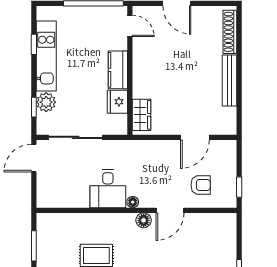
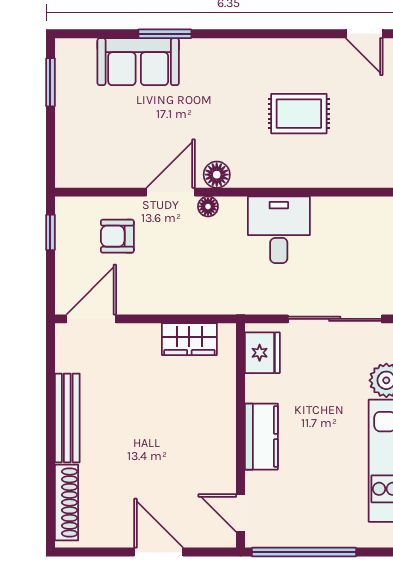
fridge: (117, 102) -> (262, 353), moved
wardrobe: (142, 115) -> (189, 339), moved, turned -90
door: (195, 137) -> (91, 319), moved
floor lamp: (133, 202) -> (208, 206), moved

